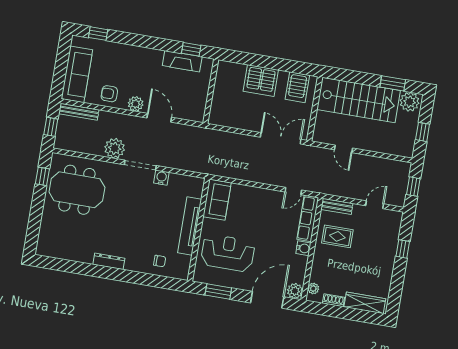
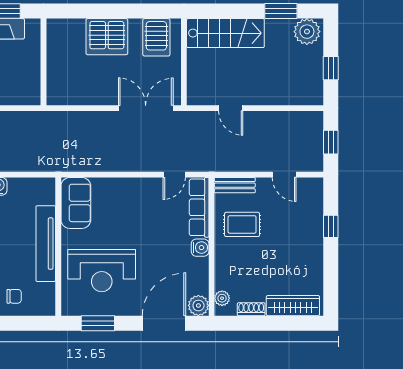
stairs: (359, 100) -> (225, 33), width x0.73, depth x0.66
door: (375, 205) -> (284, 175), swing flipped
reception desk: (228, 253) -> (102, 271), turned 180

